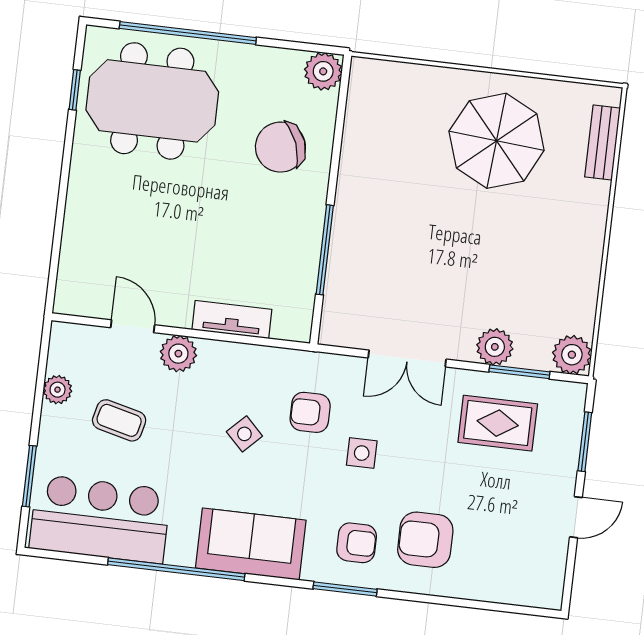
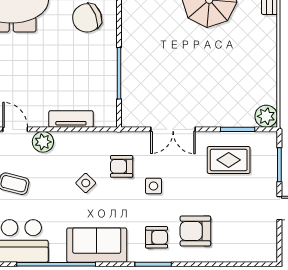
plant: (495, 347) -> (222, 117), removed

